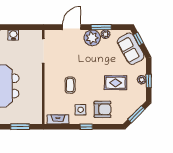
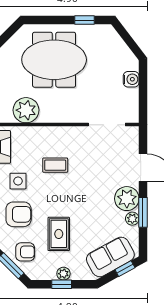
plant: (34, 104) -> (26, 110), added
armchair: (127, 105) -> (25, 252), added
armchair: (103, 109) -> (19, 214), turned -90

